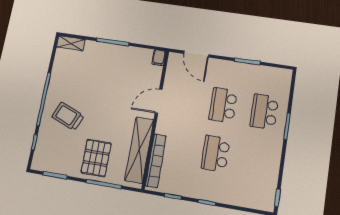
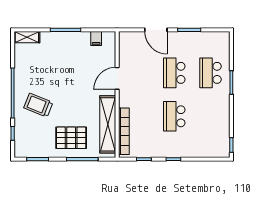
door: (196, 54) -> (156, 30), moved
filing cabinet: (159, 58) -> (96, 39), moved
pallet: (96, 158) -> (71, 138), turned 90

